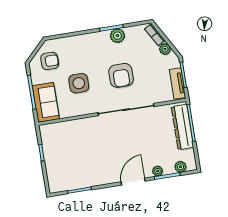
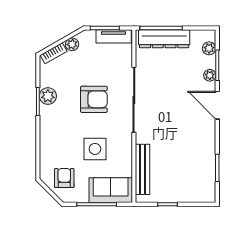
bench: (68, 127) -> (143, 169), added

